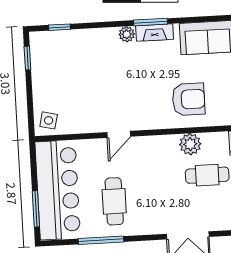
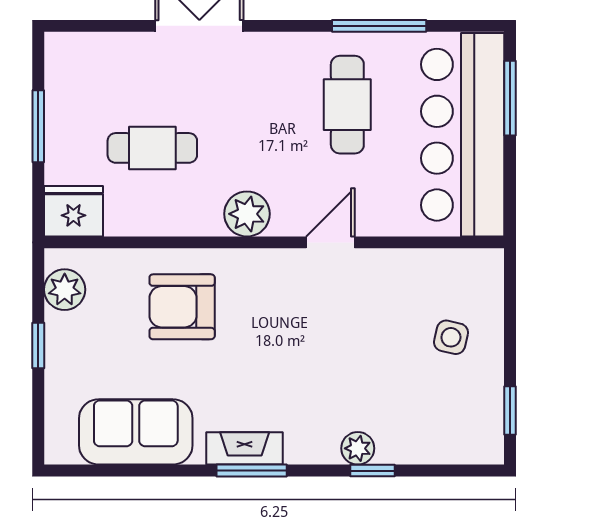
window: (59, 27) -> (372, 471), moved
plant: (127, 34) -> (358, 448), moved
side table: (49, 120) -> (451, 337), moved
plant: (190, 144) -> (247, 214), moved

